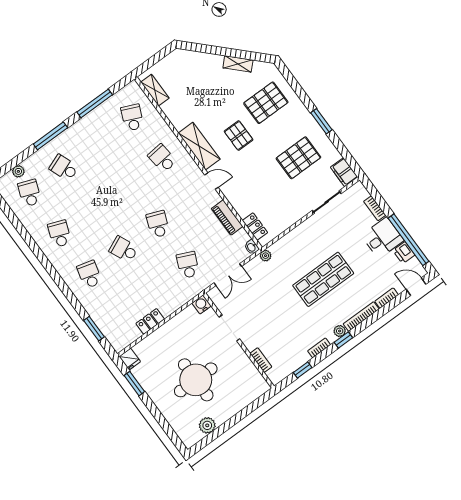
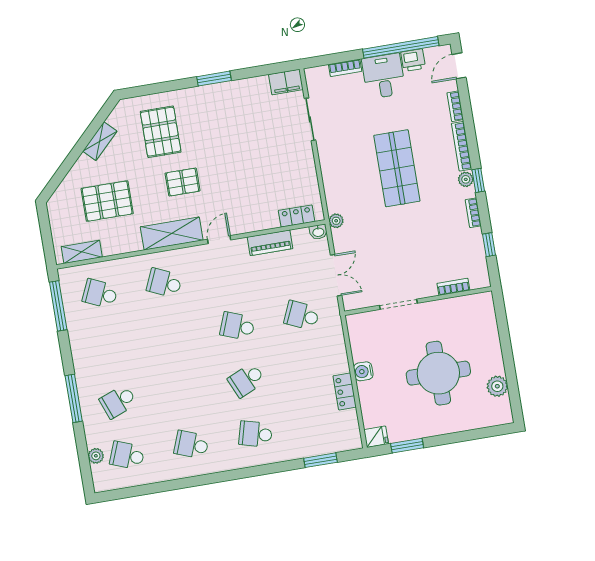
window: (95, 103) -> (58, 306), moved
school desk: (162, 158) -> (164, 283), turned 30
pallet: (298, 158) -> (107, 201), moved, turned 90
water cooler: (202, 304) -> (363, 371), moved

